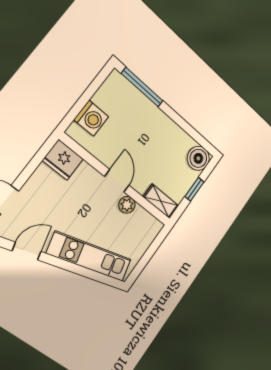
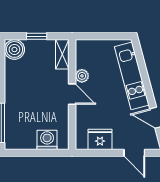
fridge: (63, 160) -> (100, 139), moved, turned -90
door: (117, 181) -> (72, 94), swing flipped

